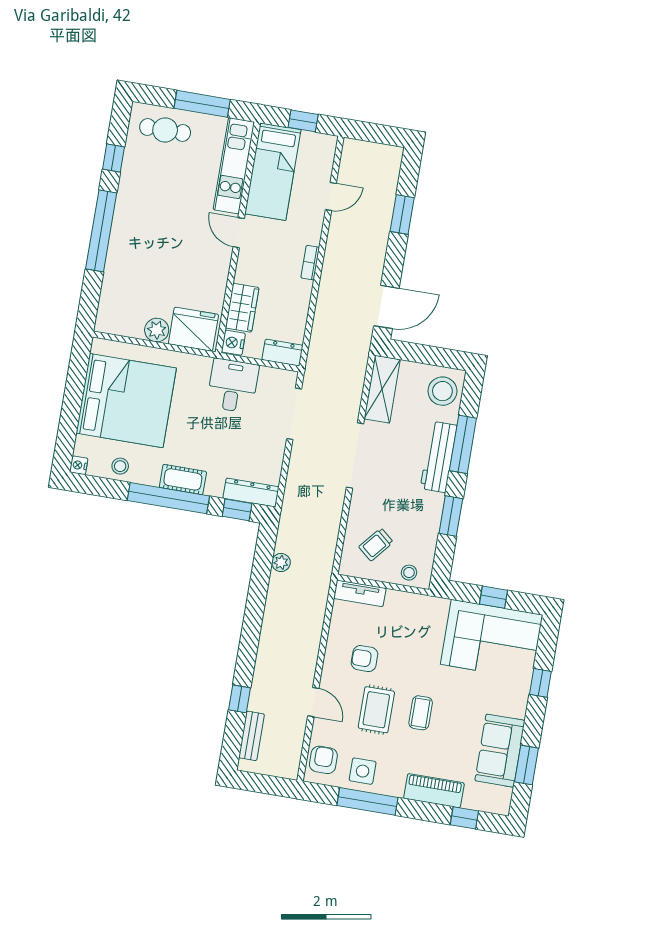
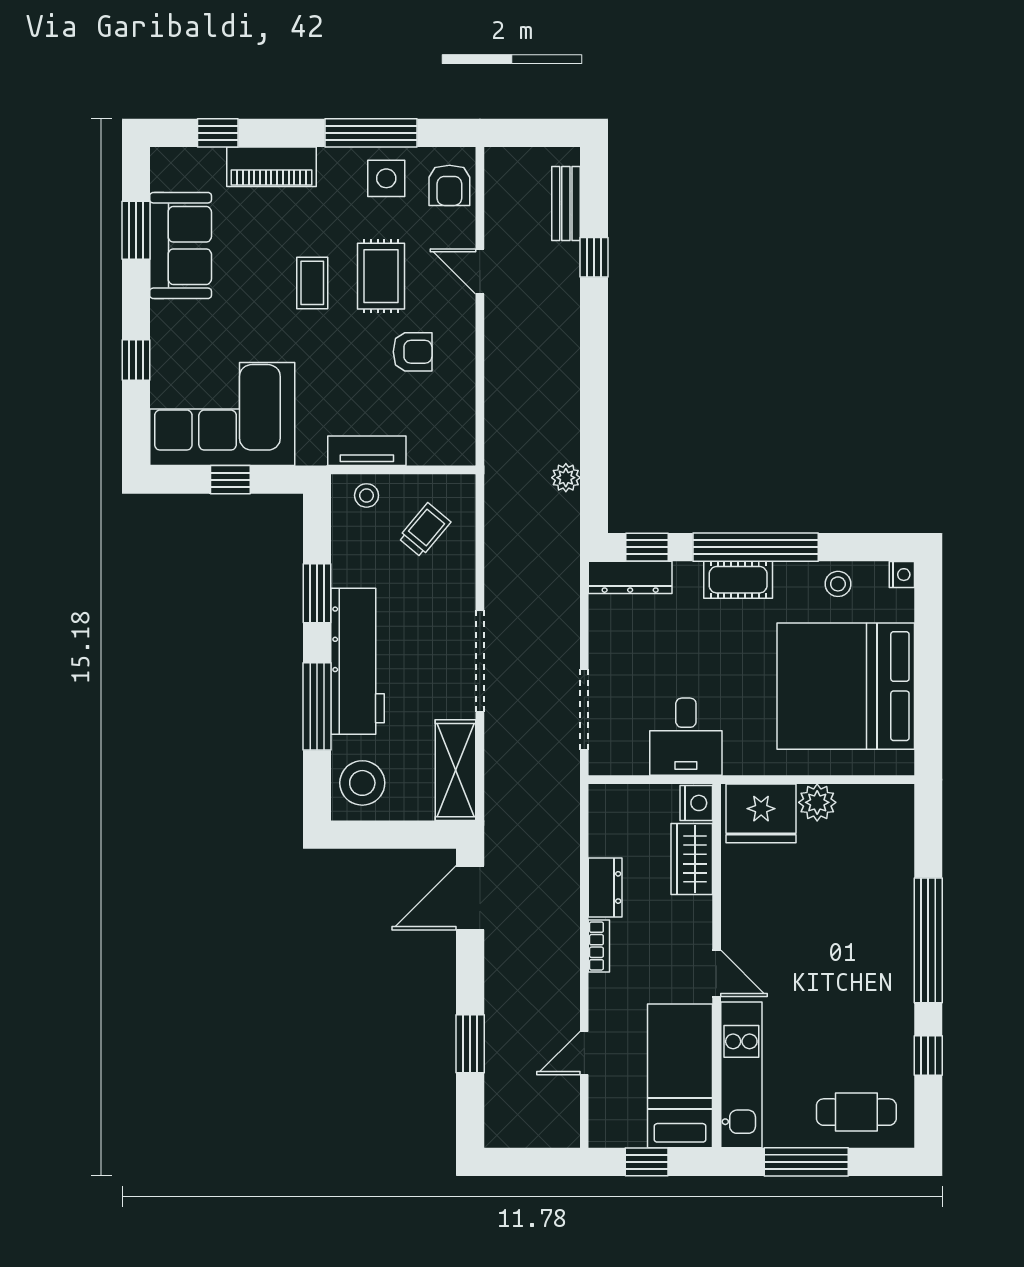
dresser: (282, 353) -> (605, 887), moved, turned -90
workbench: (439, 457) -> (358, 661), width x1.36, depth x1.32
tv unit: (360, 593) -> (367, 451), moved

